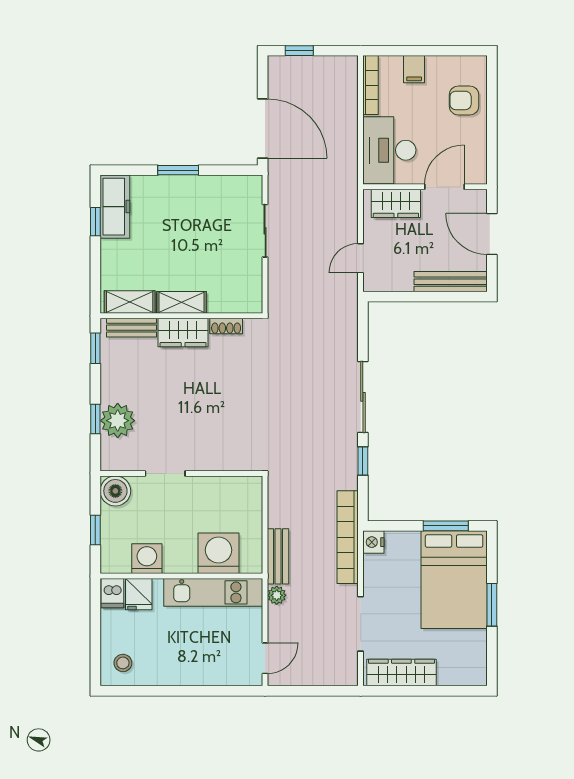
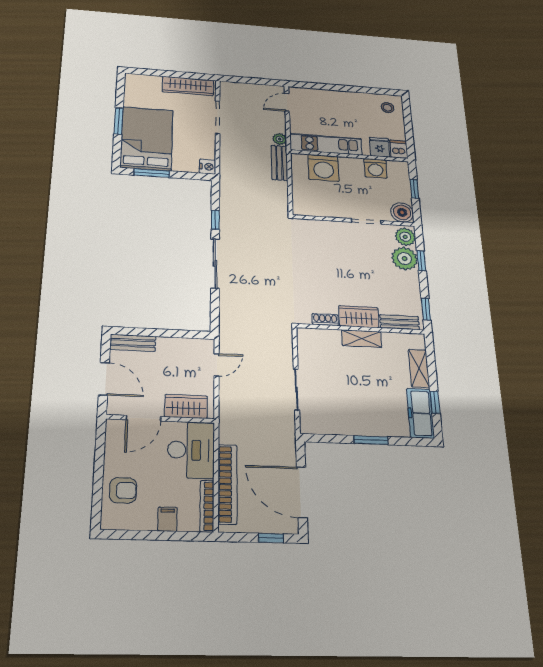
door: (263, 128) -> (302, 492), moved
bench: (451, 282) -> (133, 343), width x0.73
shelving: (130, 302) -> (419, 368), moved, turned 90
plant: (114, 454) -> (405, 237), added
bookcase: (348, 537) -> (227, 484), moved

